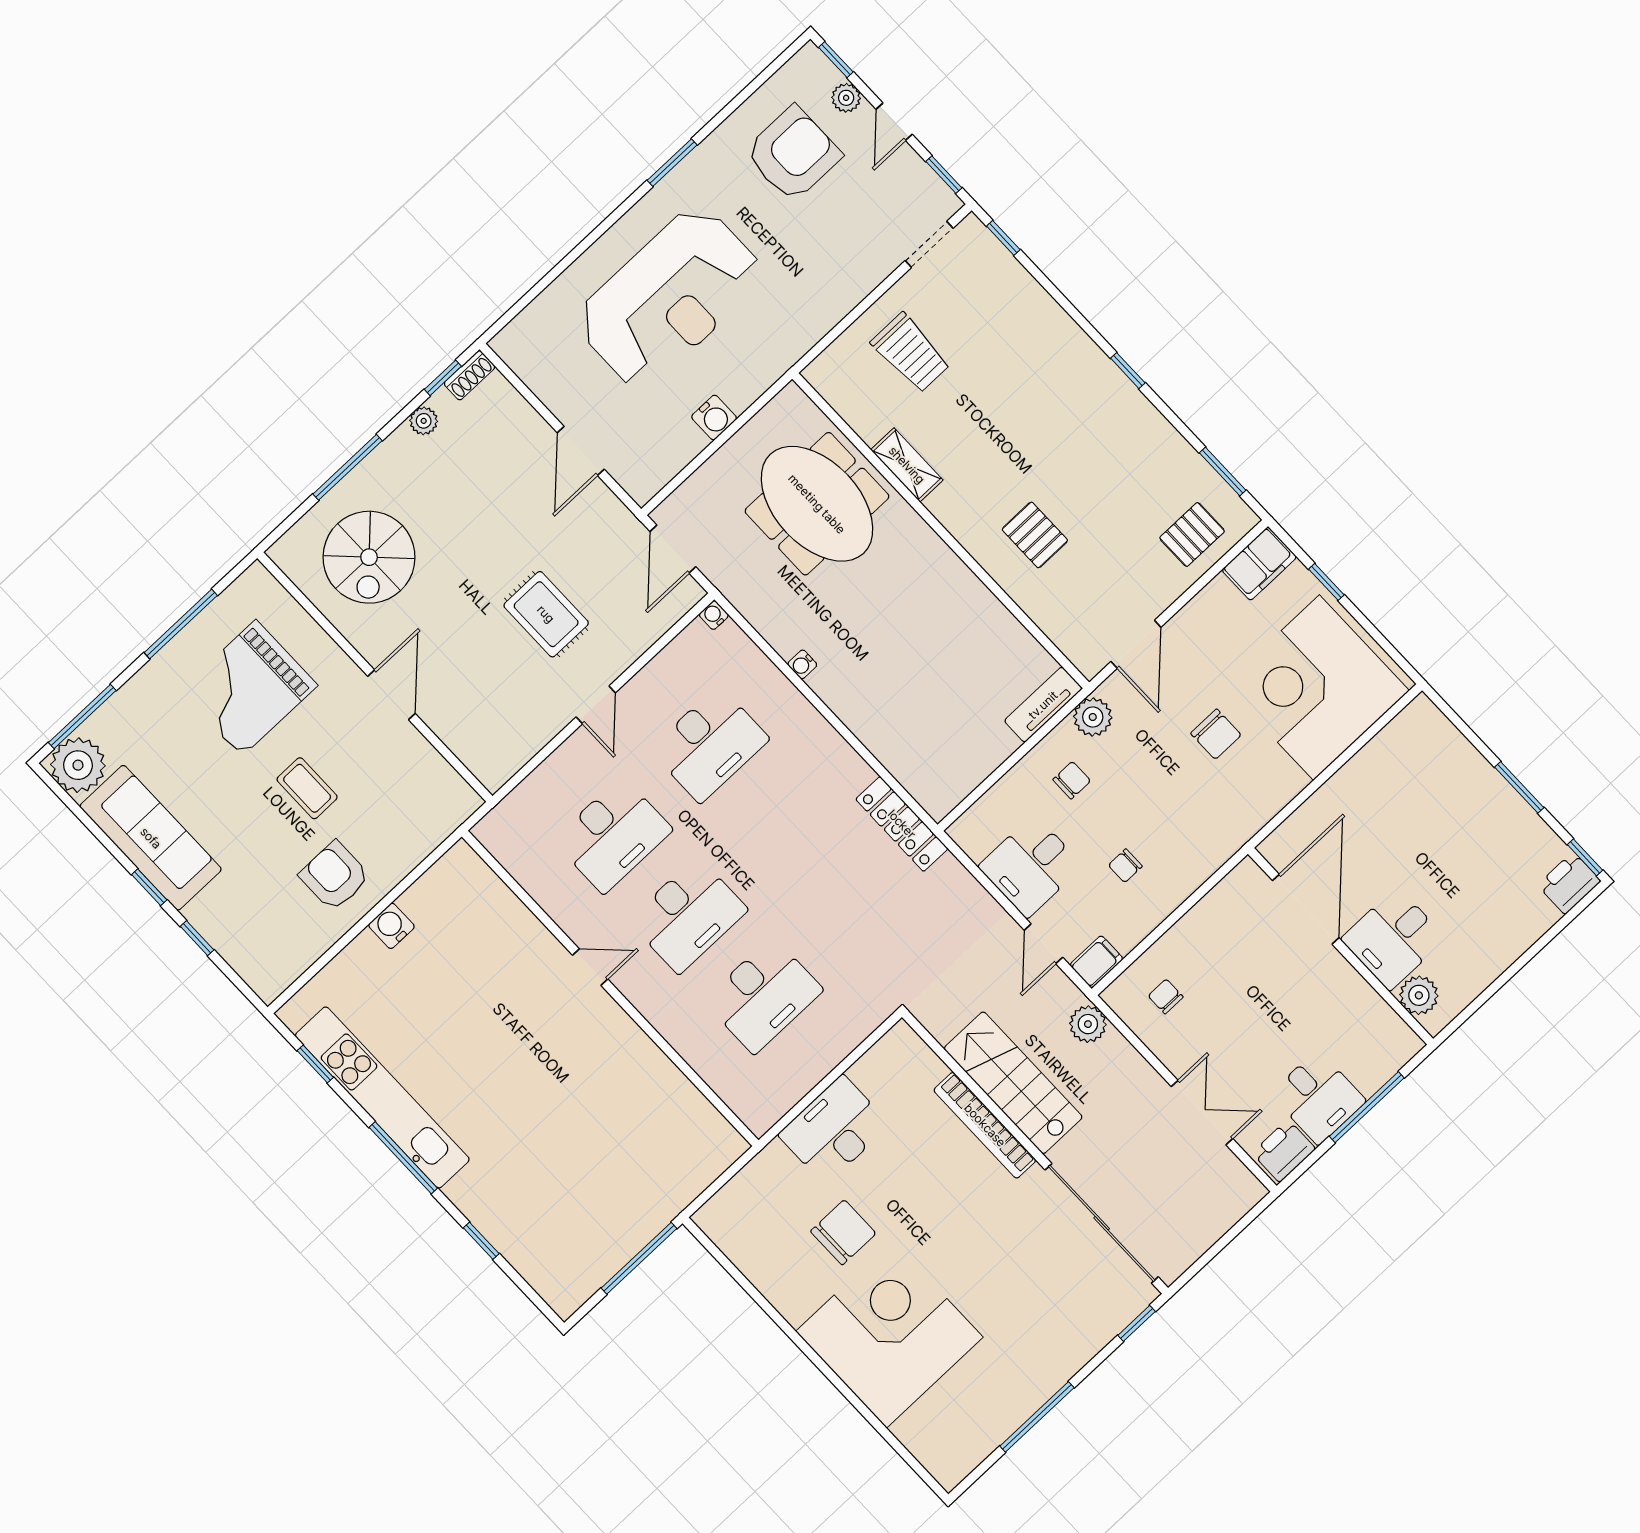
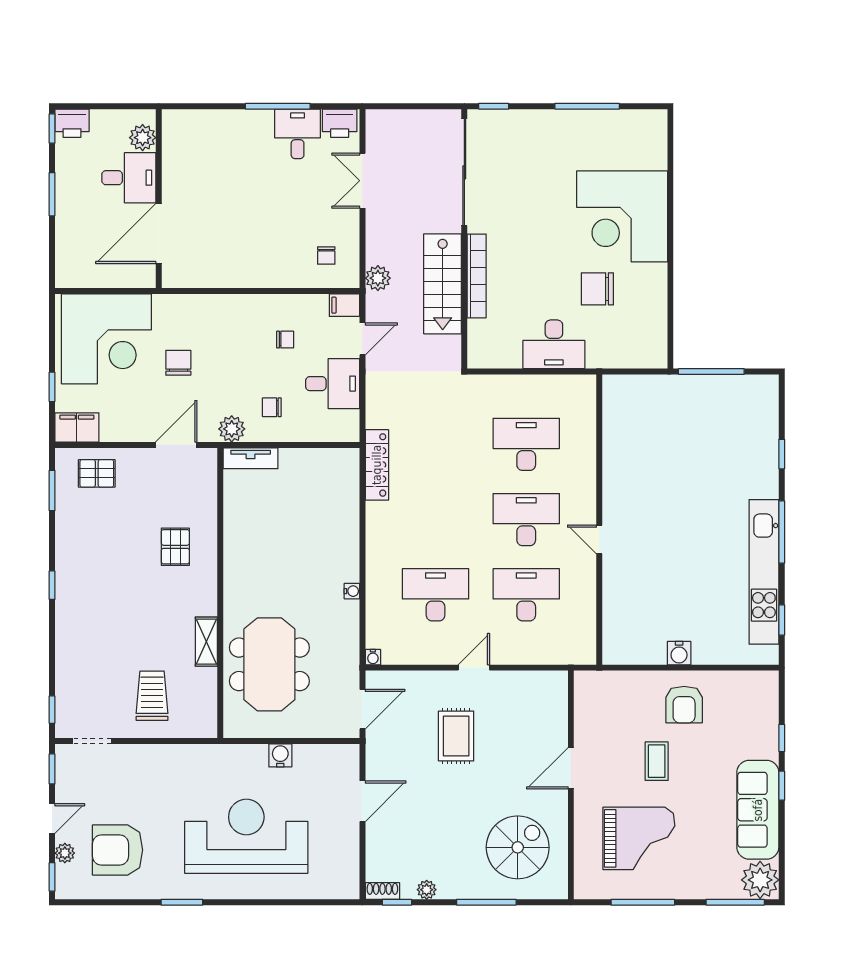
door: (1306, 909) -> (159, 233), moved
desk: (1393, 939) -> (129, 178), moved
wall: (1341, 946) -> (159, 199), moved
plant: (1419, 995) -> (143, 138), moved

